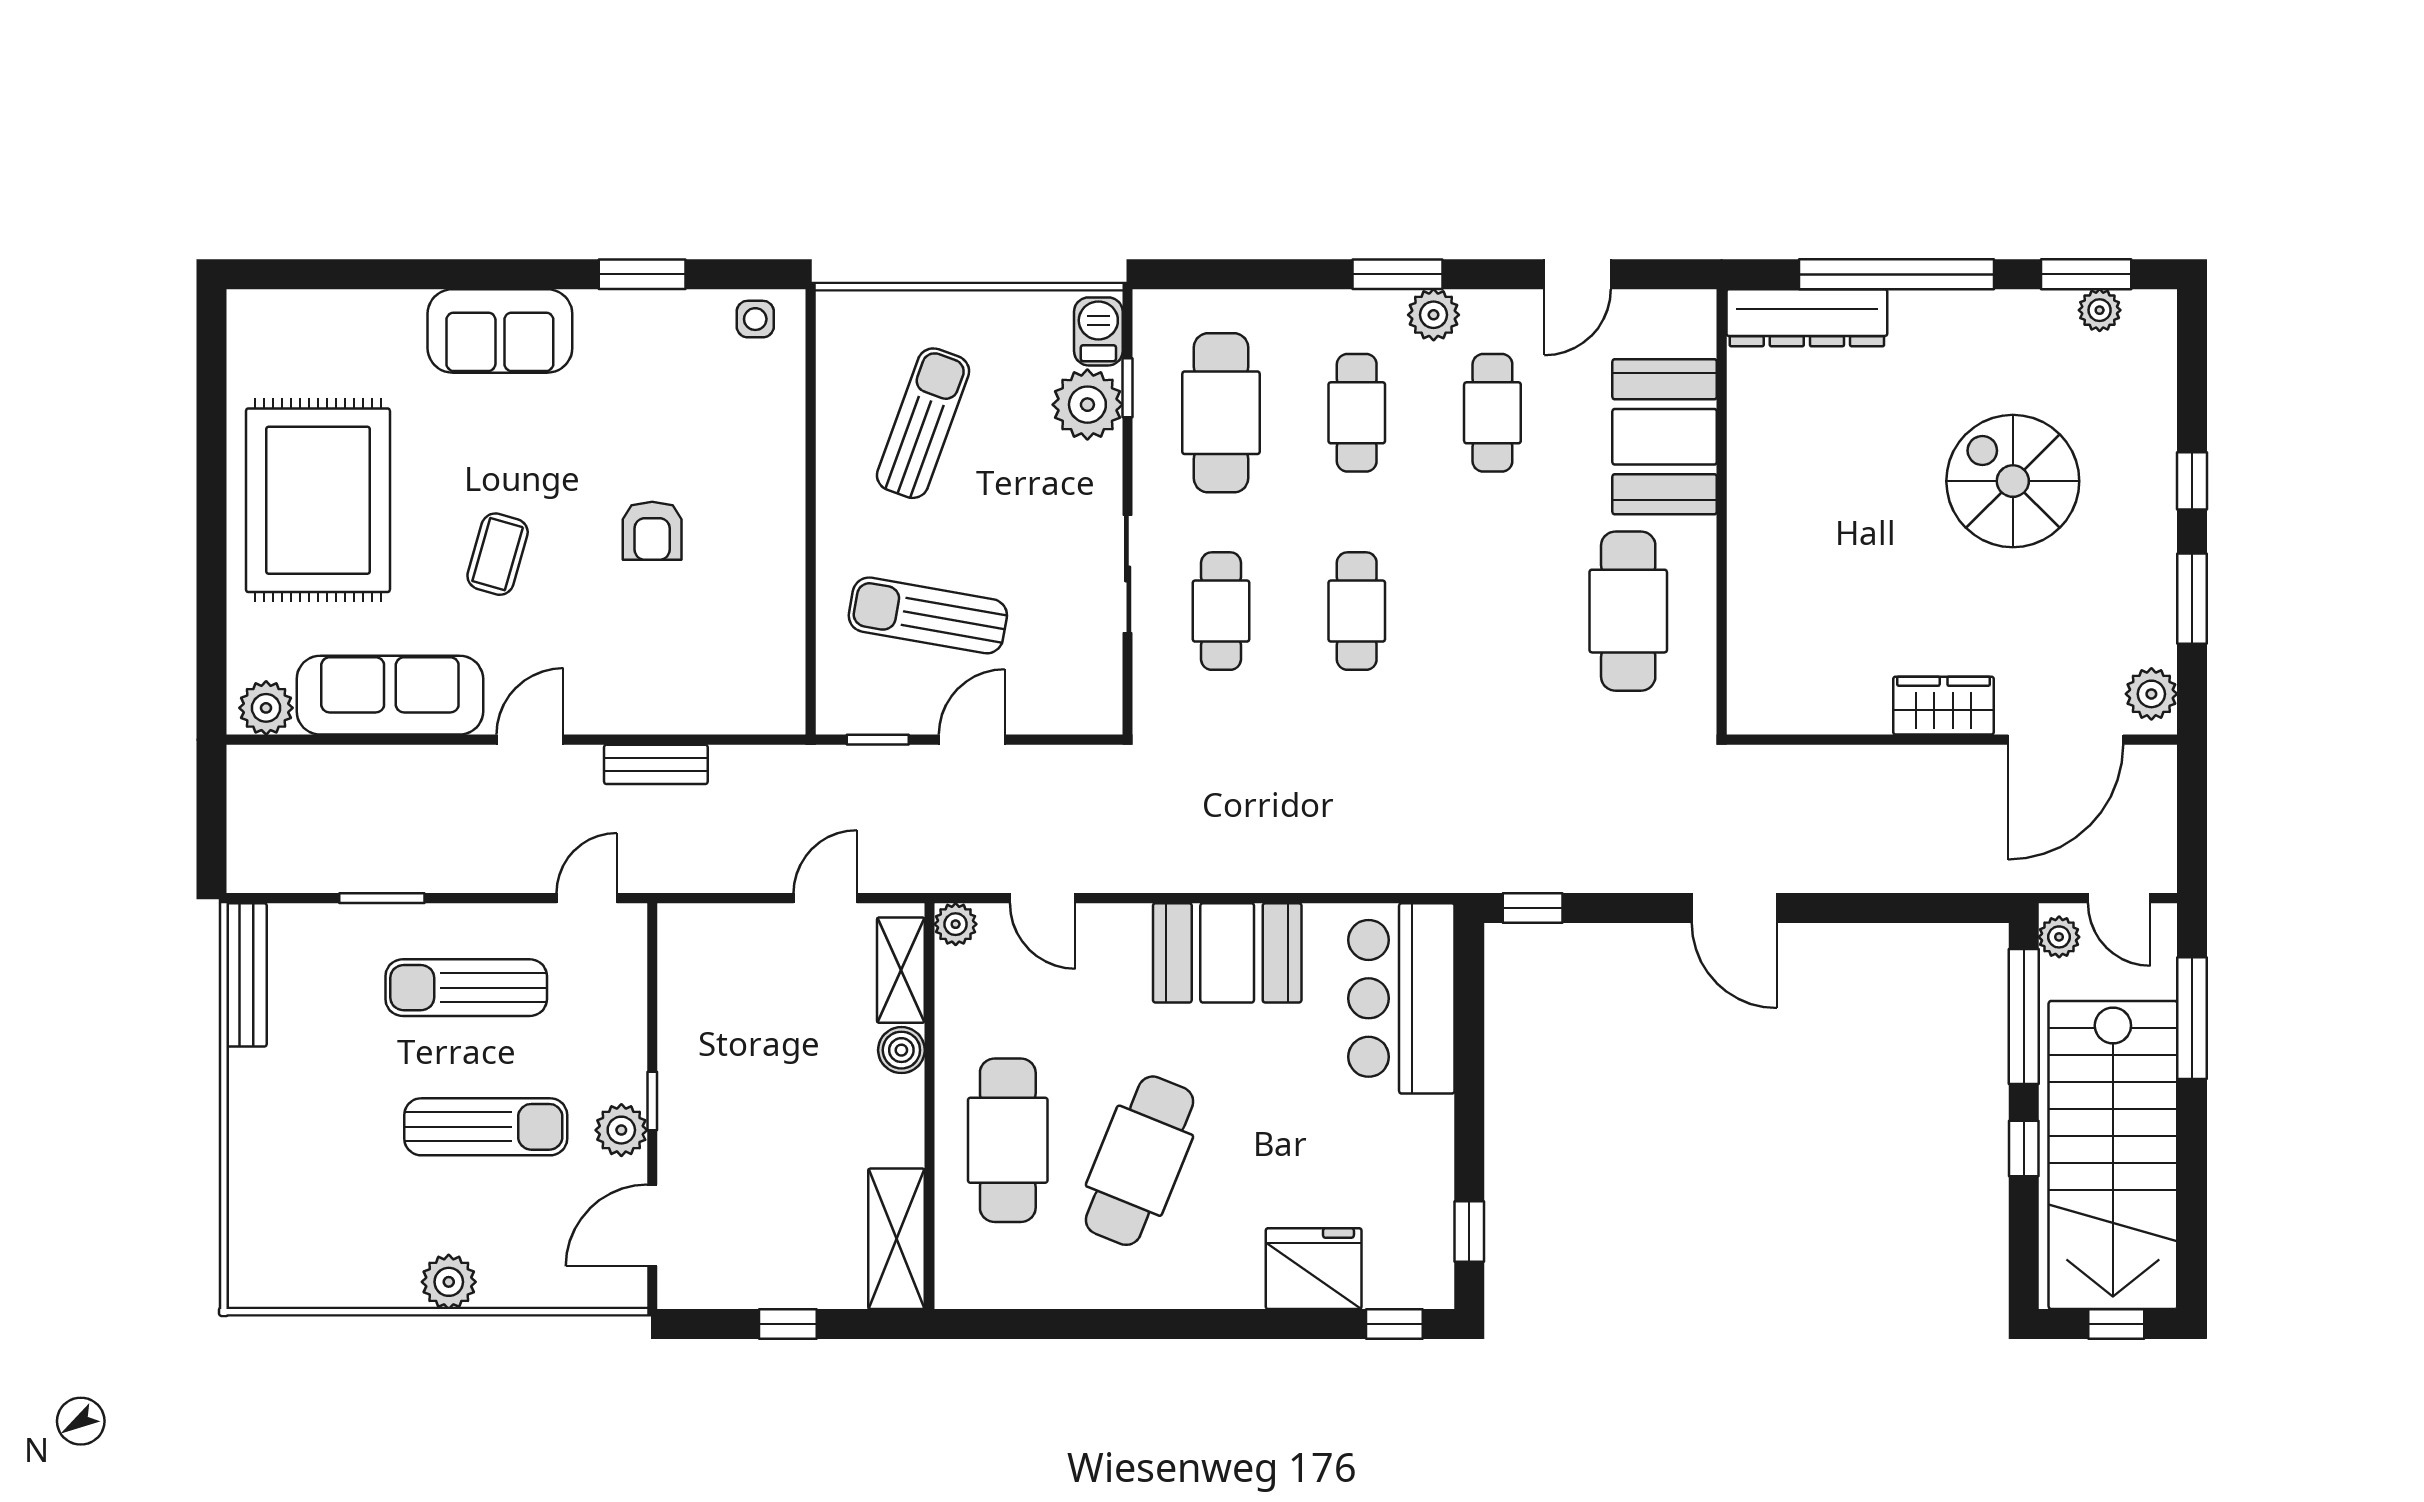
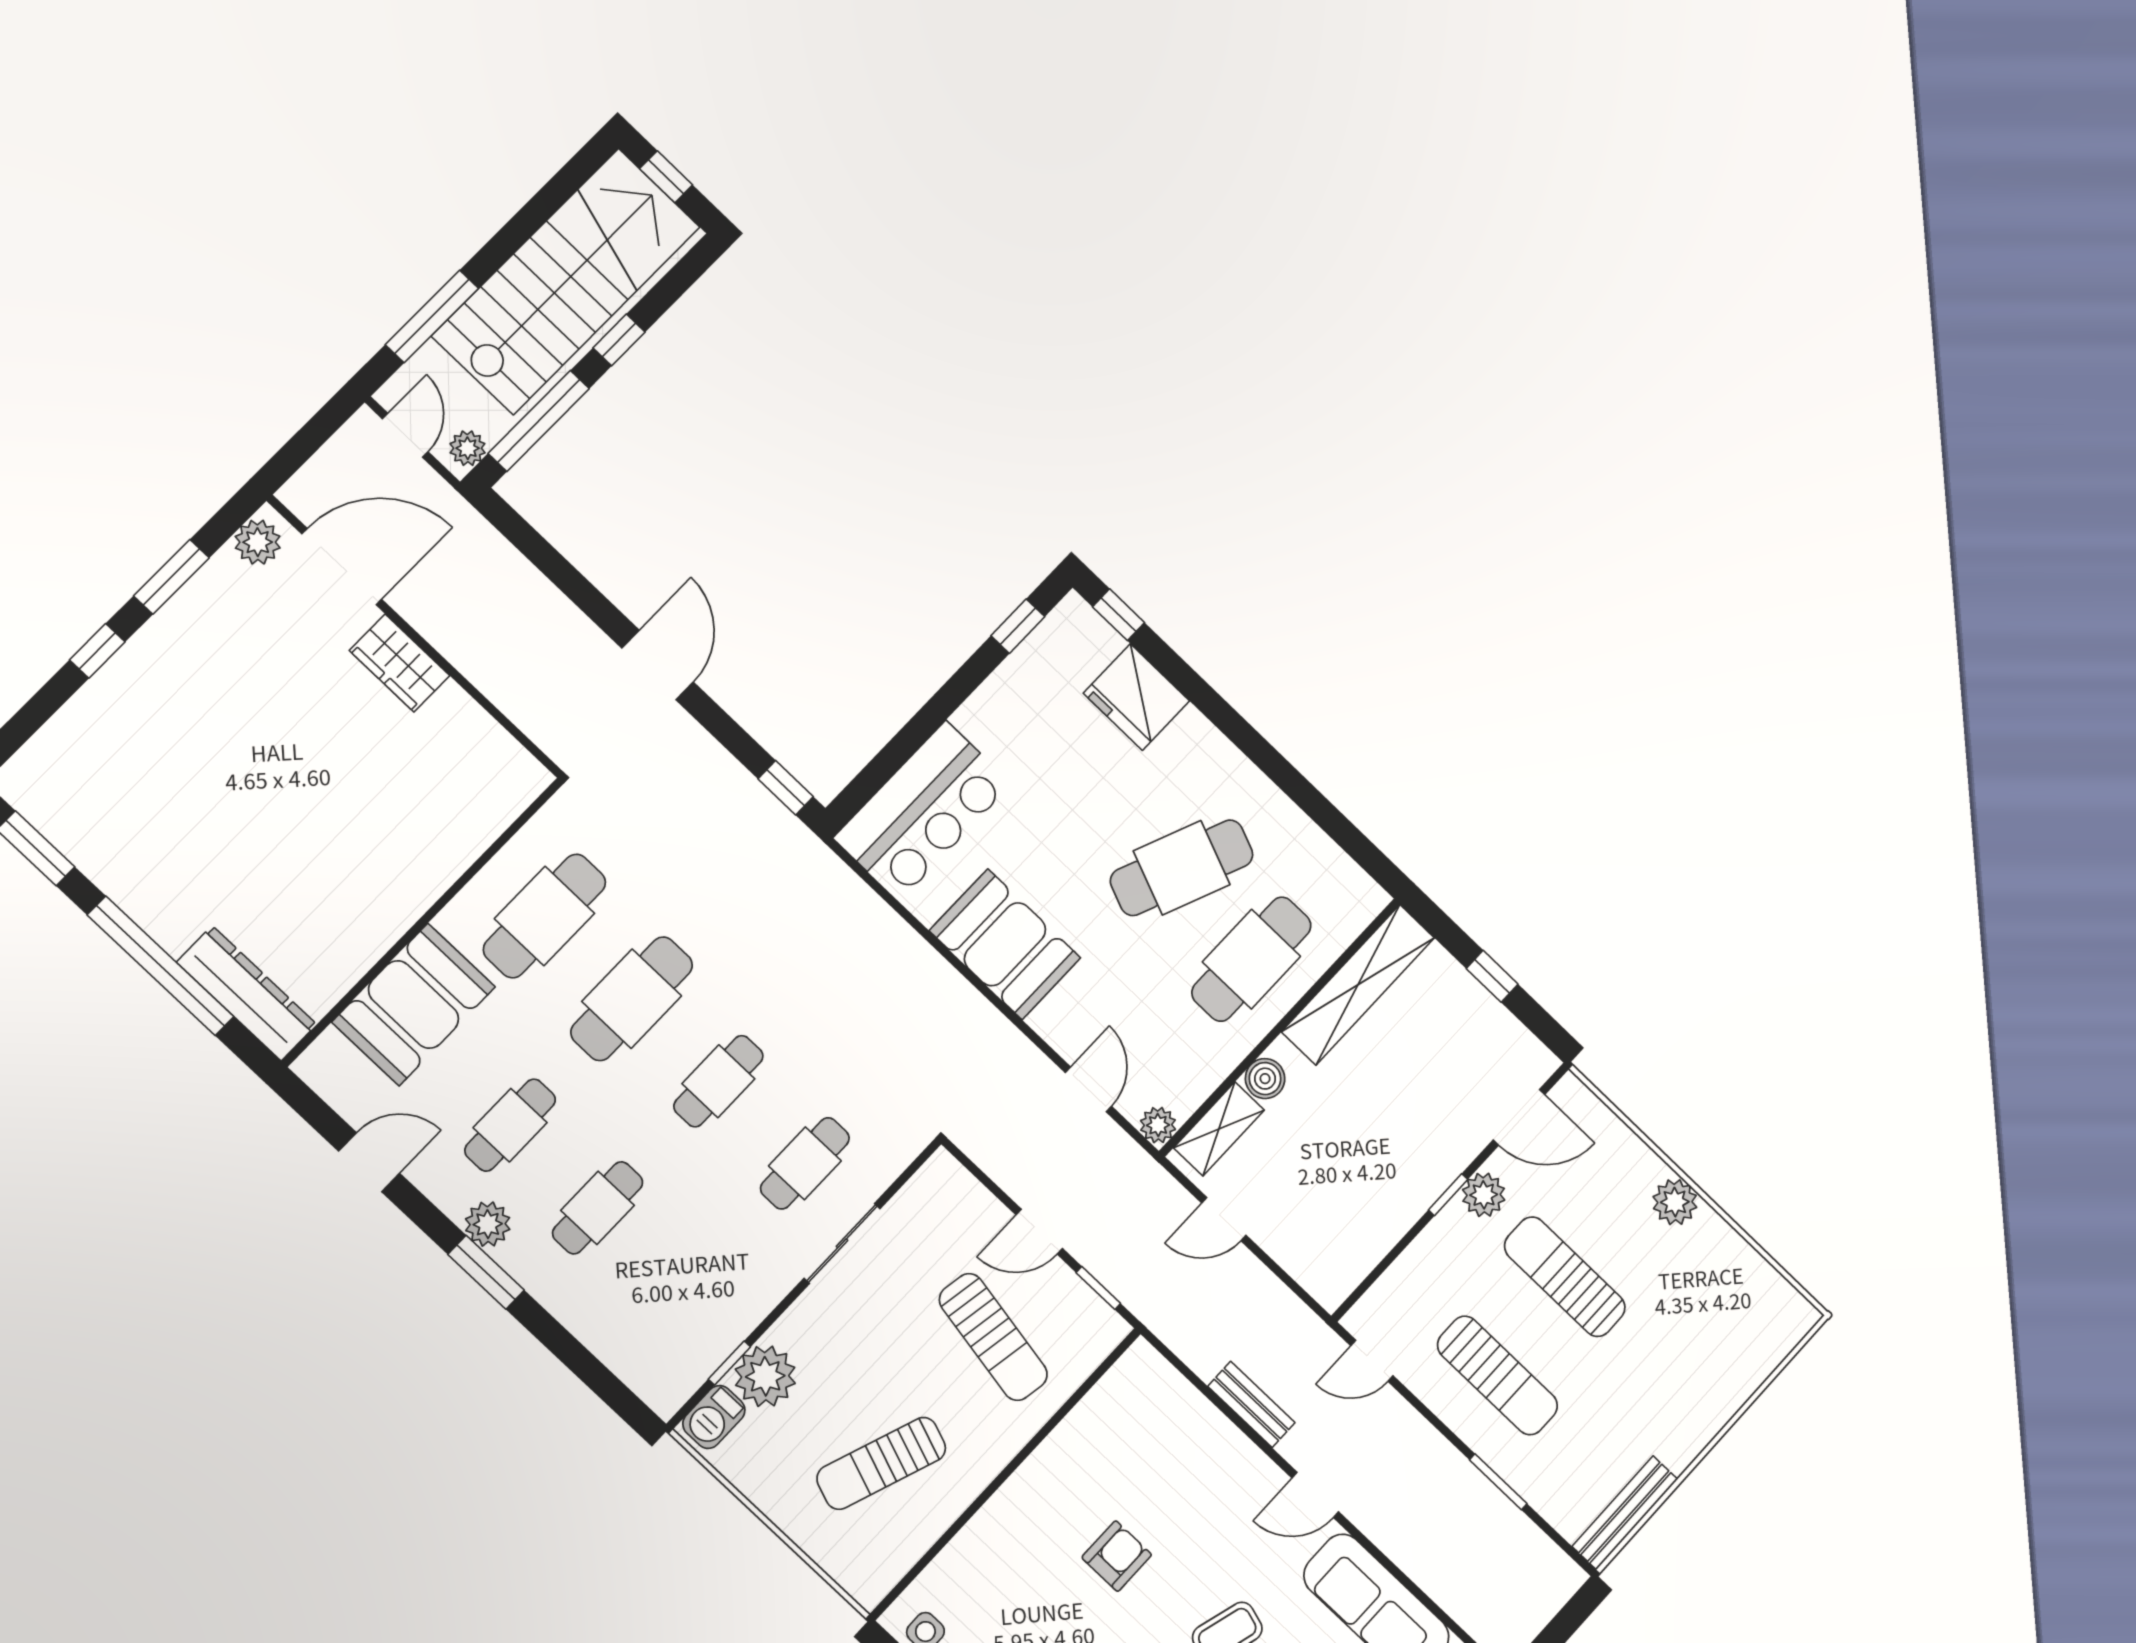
plant: (2100, 310) -> (50, 817), removed
cafe table: (1221, 413) -> (632, 999), moved
spiral stairs: (2013, 481) -> (215, 762), removed
shelving: (896, 1239) -> (1358, 985), width x1.47

